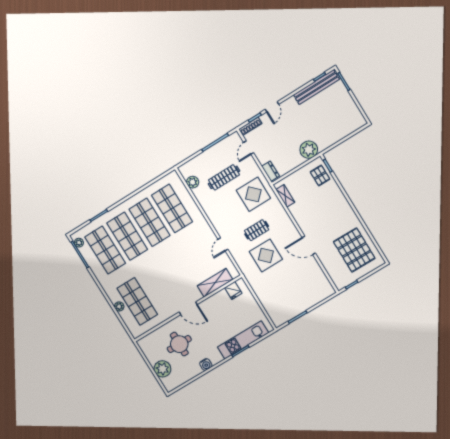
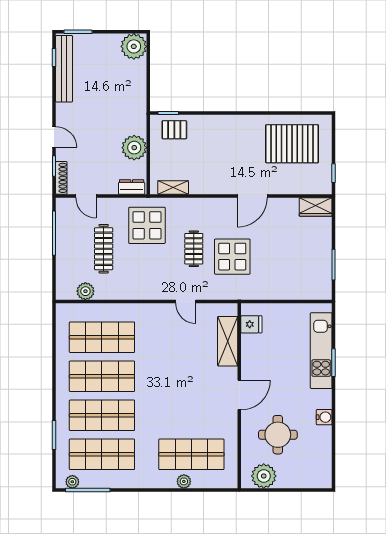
plant: (355, 120) -> (134, 46), added
plant: (309, 150) -> (134, 148), moved
wardrobe: (325, 286) -> (316, 207), added
plant: (162, 369) -> (264, 476), moved

